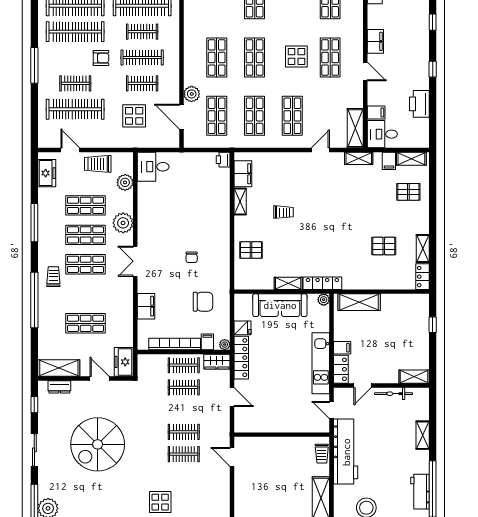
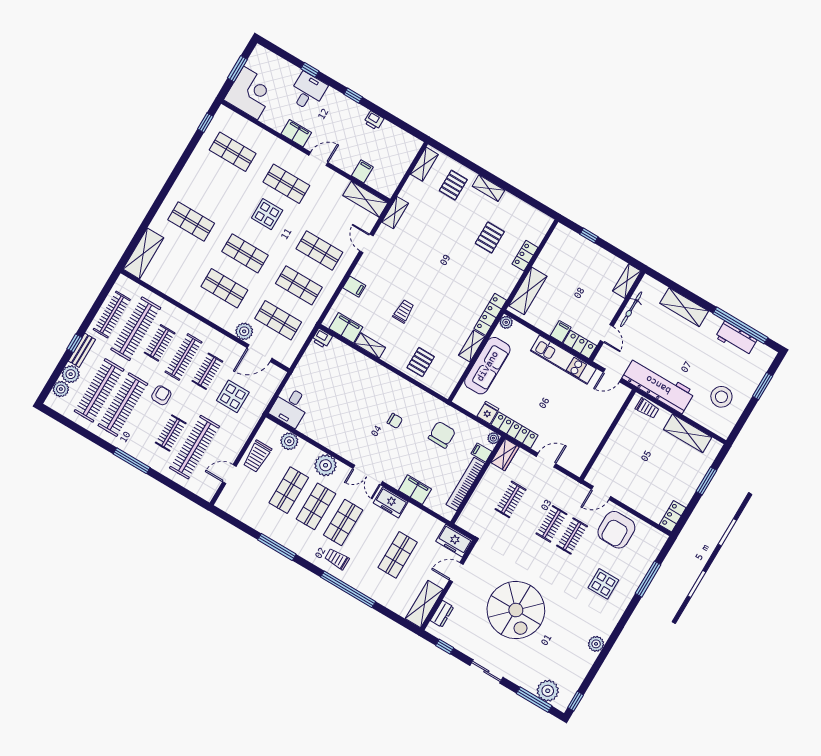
printer: (419, 104) -> (374, 120), width x0.53, depth x0.68
desk: (382, 134) -> (308, 92), moved, turned 180
filing cabinet: (389, 161) -> (354, 287), moved
freezer: (47, 173) -> (391, 502), moved, turned 180
shelving: (423, 248) -> (488, 188), moved
locker: (422, 277) -> (525, 256), moved, turned 90
clothes rail: (184, 365) -> (490, 487), removed
shelving: (423, 435) -> (684, 307), width x1.50, depth x1.33
armchair: (210, 487) -> (616, 530), added

